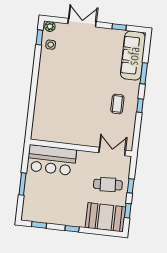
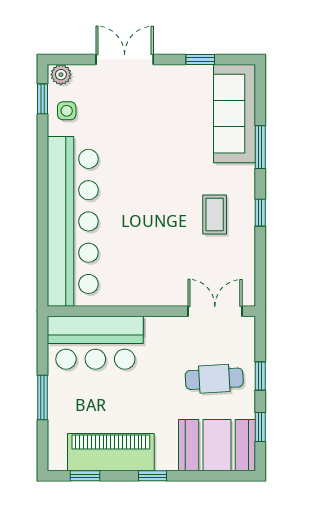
bar counter: (47, 99) -> (73, 221), added
piano: (53, 215) -> (111, 452), added

